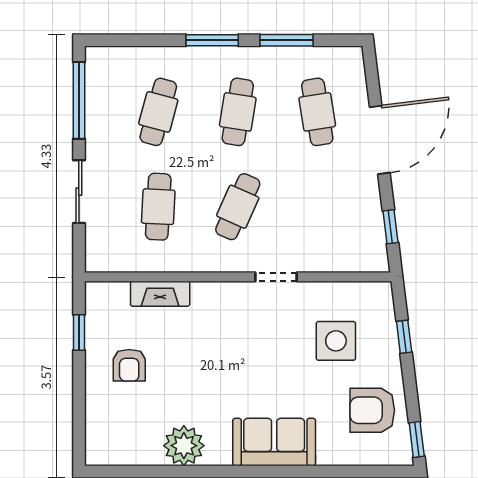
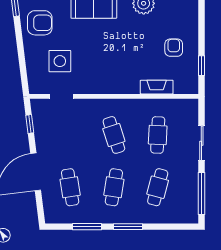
cafe table: (238, 207) -> (114, 135), turned -42
doorway: (276, 277) -> (61, 96), moved
window: (404, 337) -> (22, 63), removed

